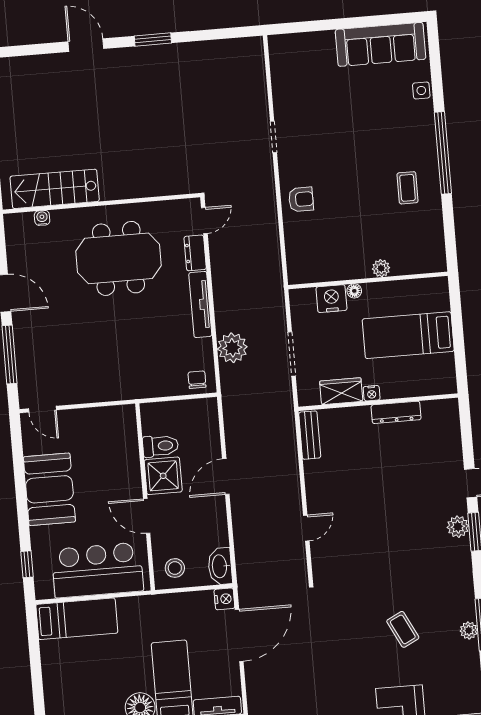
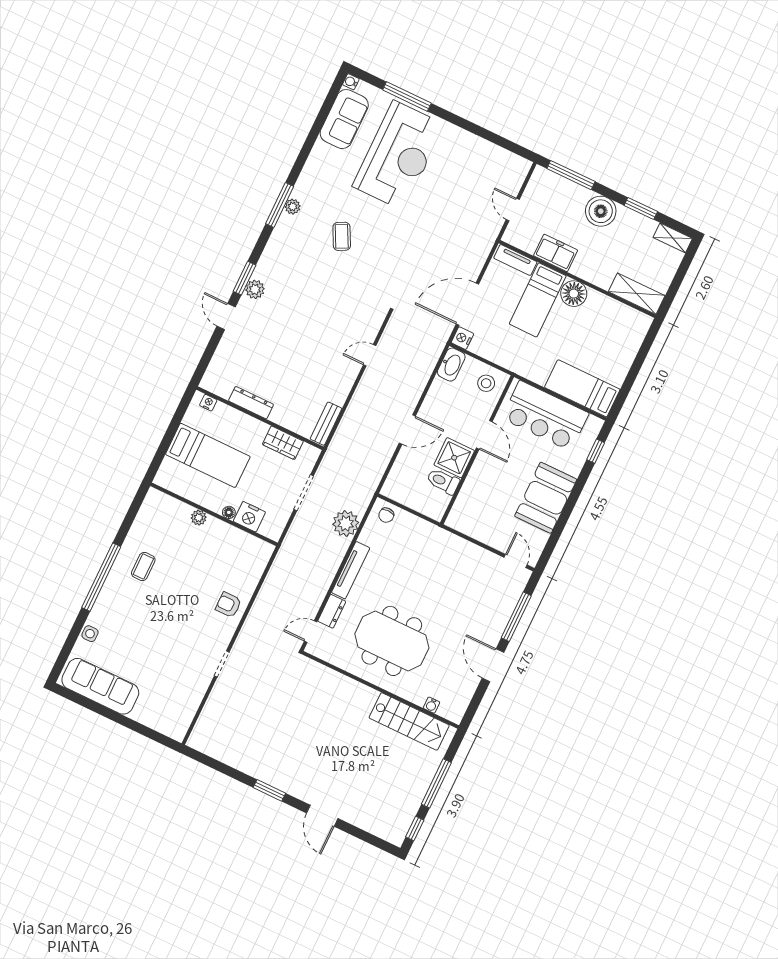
nightstand: (372, 393) -> (208, 403), moved

